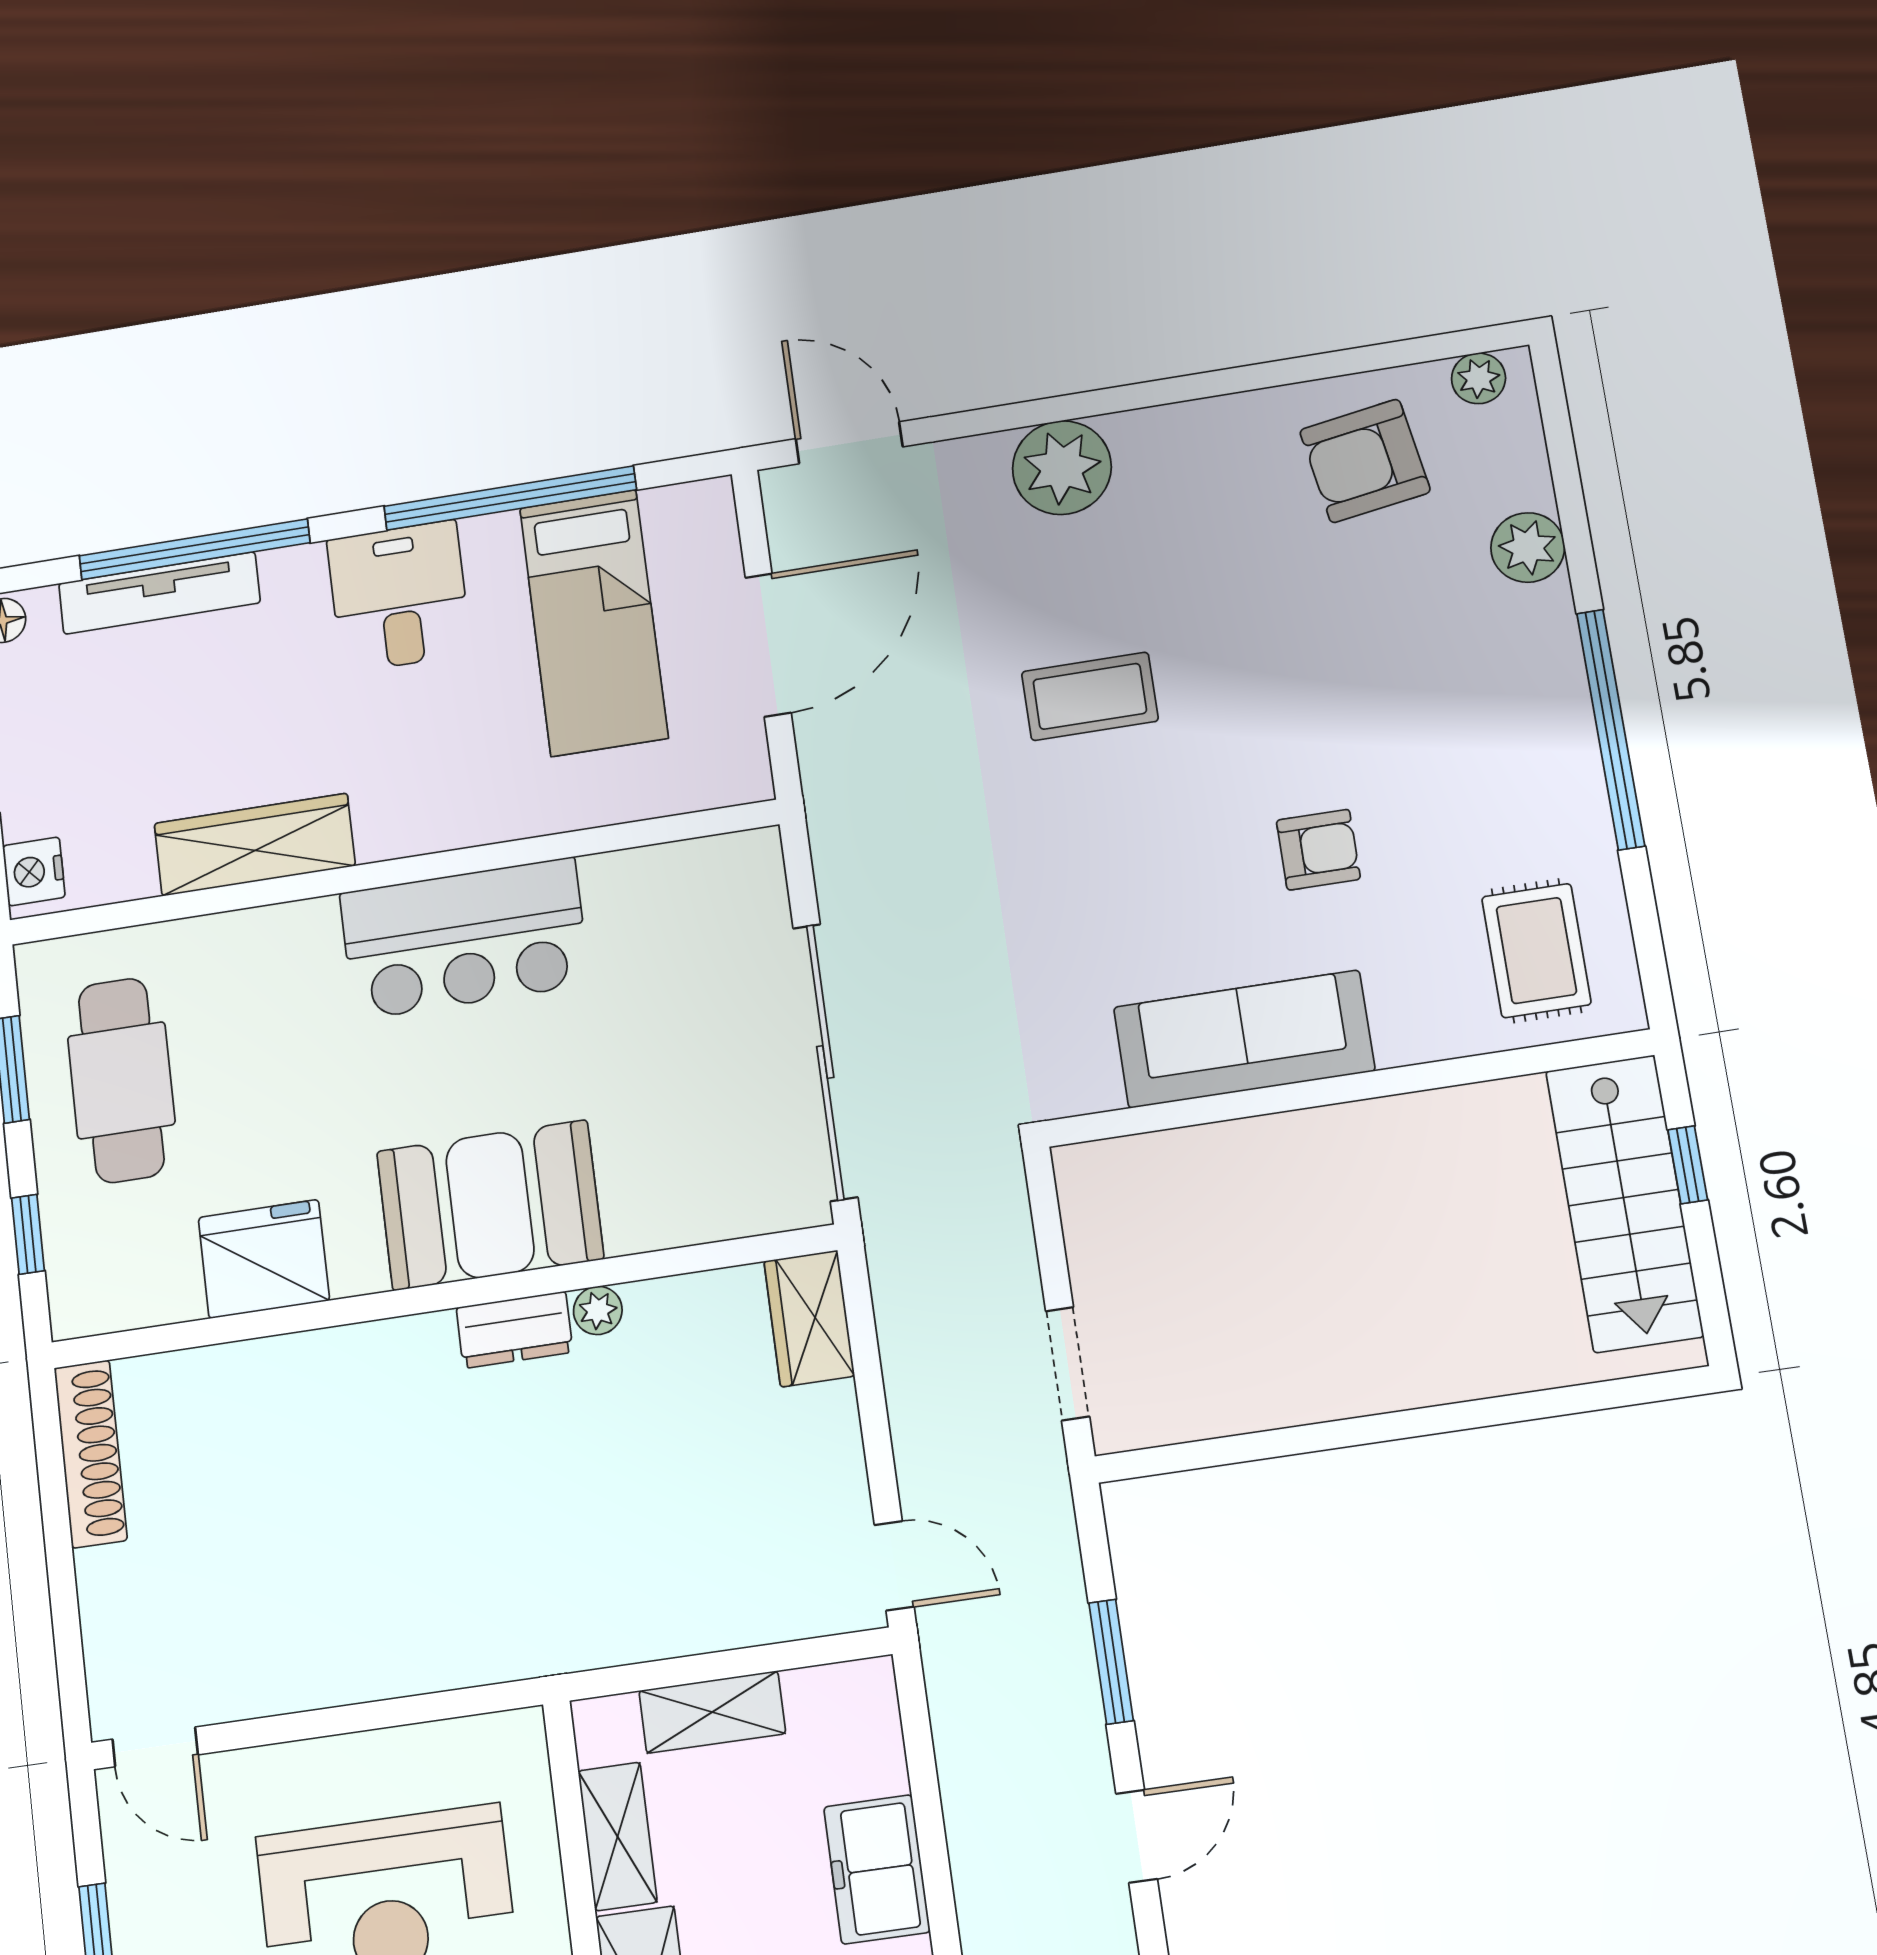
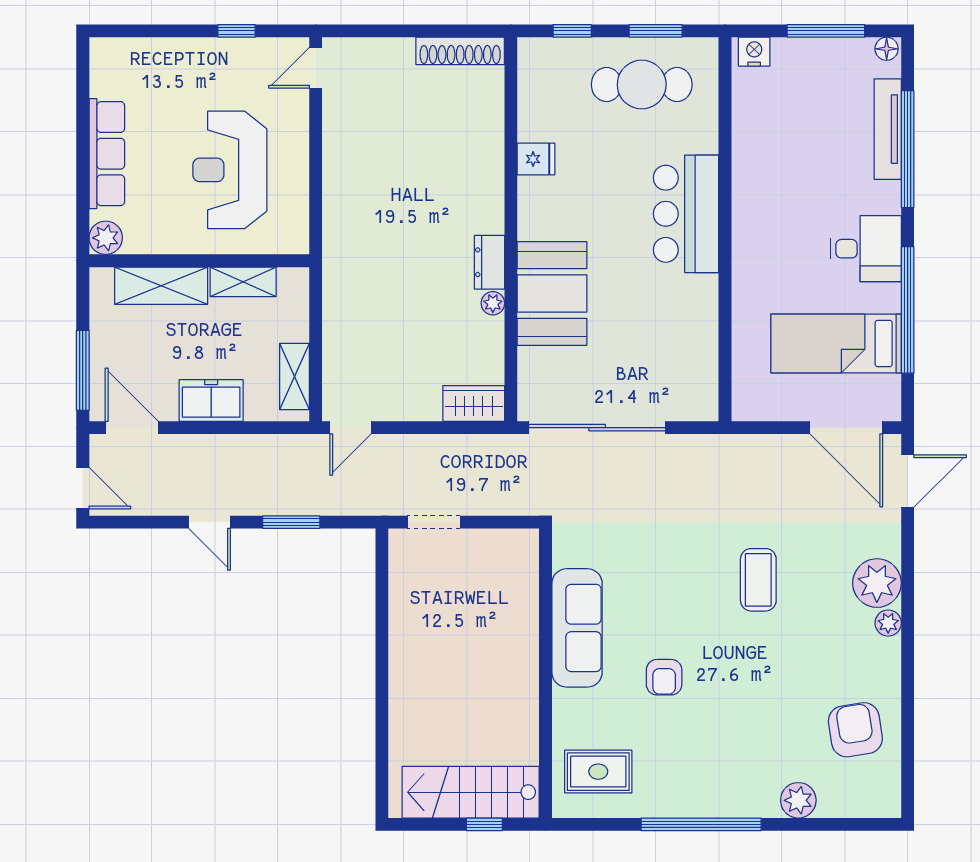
plant: (1479, 378) -> (888, 623), moved
door: (768, 645) -> (846, 428), moved
wardrobe: (255, 845) -> (750, 163), removed
bar counter: (464, 939) -> (686, 214), moved
booth: (490, 1205) -> (552, 294), moved
fridge: (264, 1259) -> (536, 159), width x0.53, depth x0.75
shelving: (712, 1712) -> (294, 377), moved

